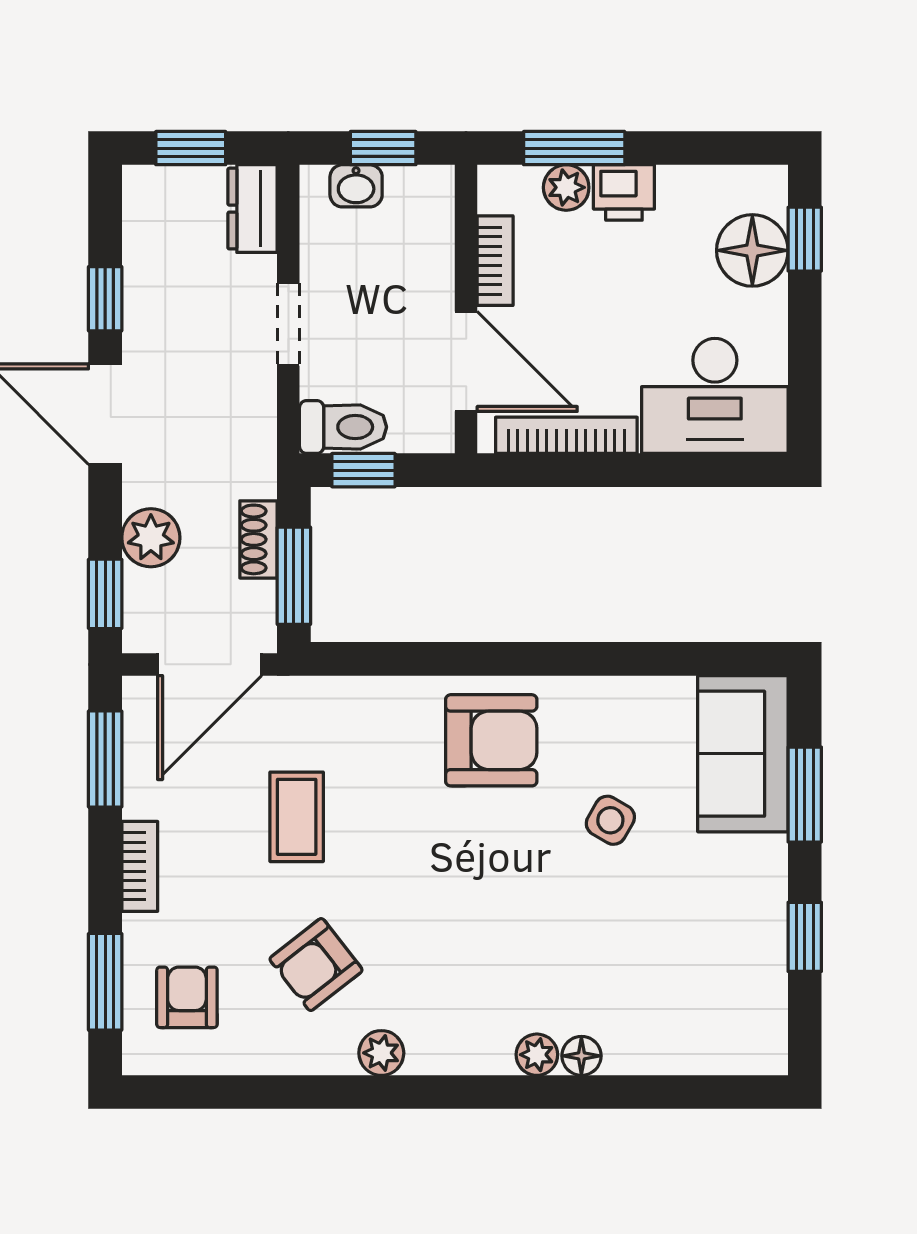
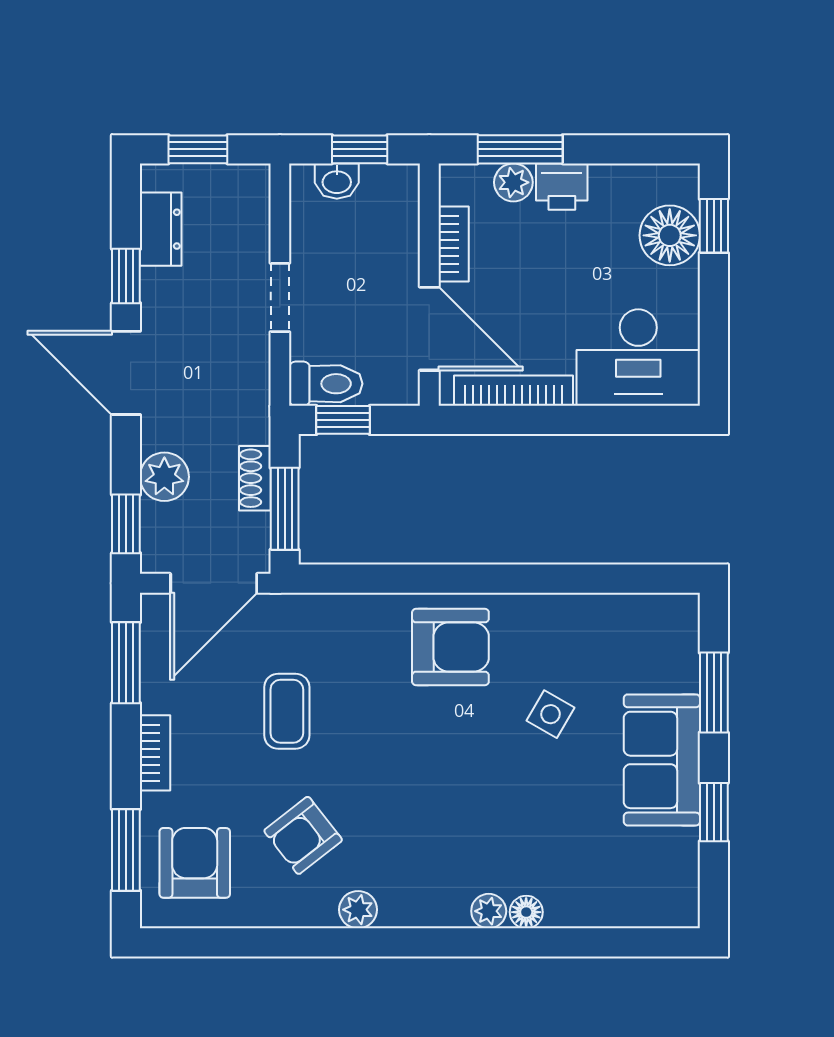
dresser: (253, 209) -> (161, 229), moved, turned 180
sofa: (743, 754) -> (662, 760), moved
armchair: (187, 997) -> (195, 863), width x1.38, depth x1.38

